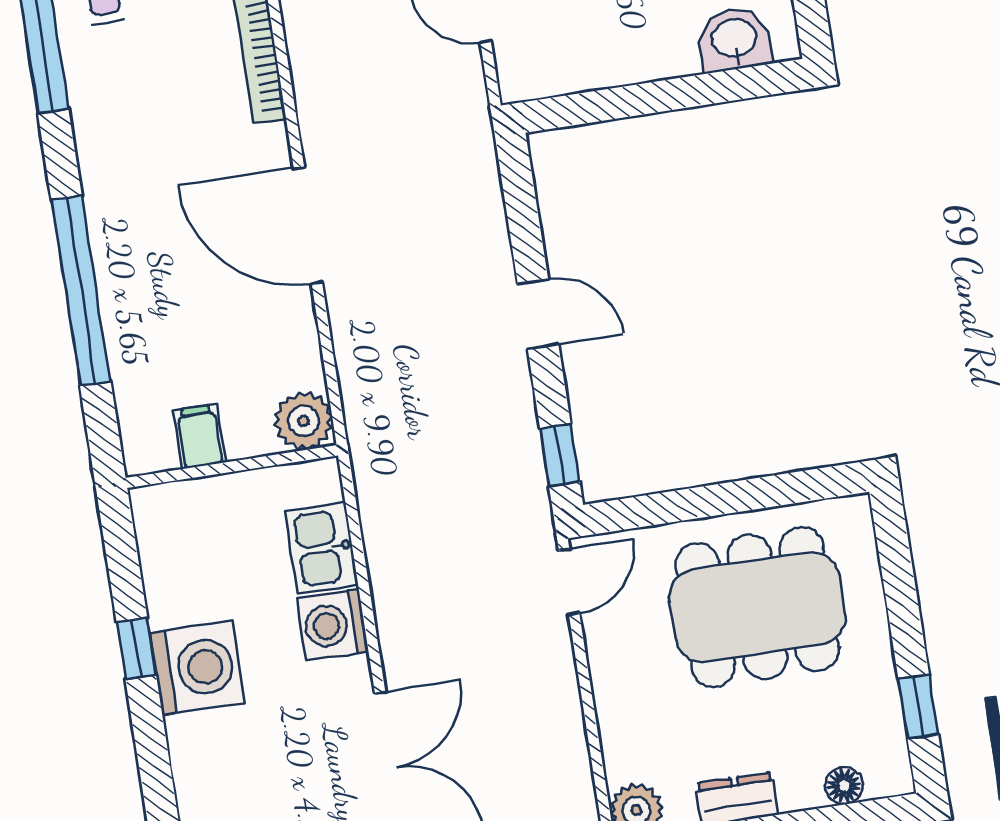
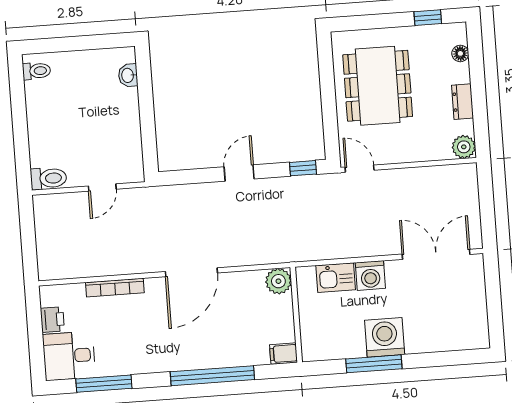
washbasin: (734, 39) -> (128, 75), width x0.72, depth x0.69
filing cabinet: (199, 436) -> (284, 354), moved
window: (136, 649) -> (374, 364), width x2.17

